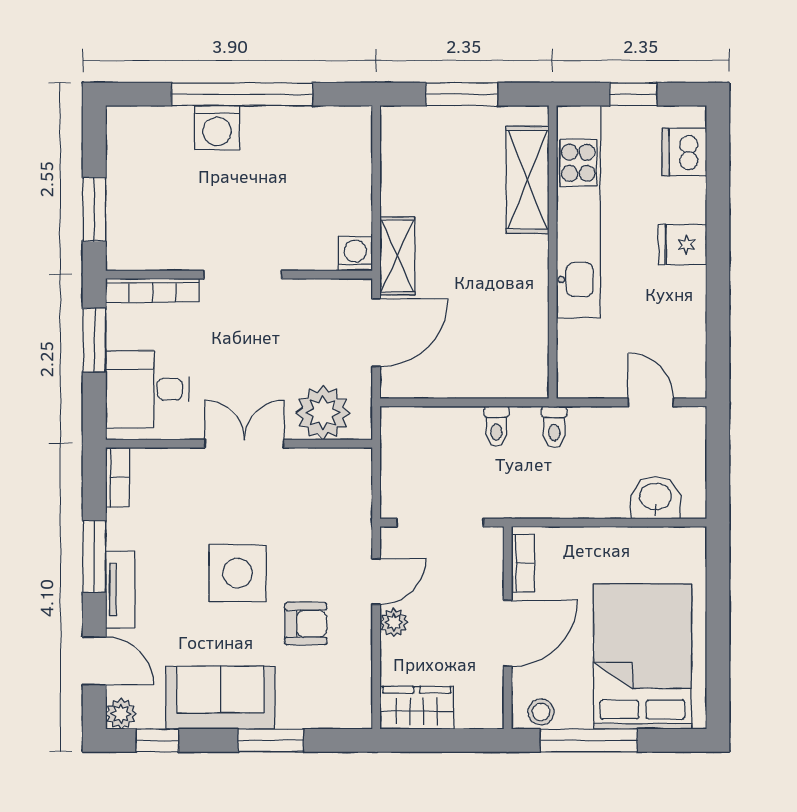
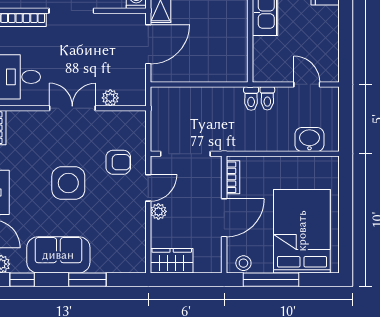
plant: (323, 413) -> (110, 98), width x0.53, depth x0.53
toilet: (496, 426) -> (267, 98), moved
armchair: (306, 624) -> (118, 162), moved

